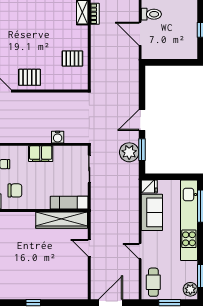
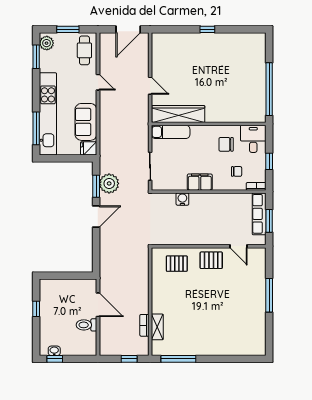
pallet: (72, 59) -> (177, 264), moved

